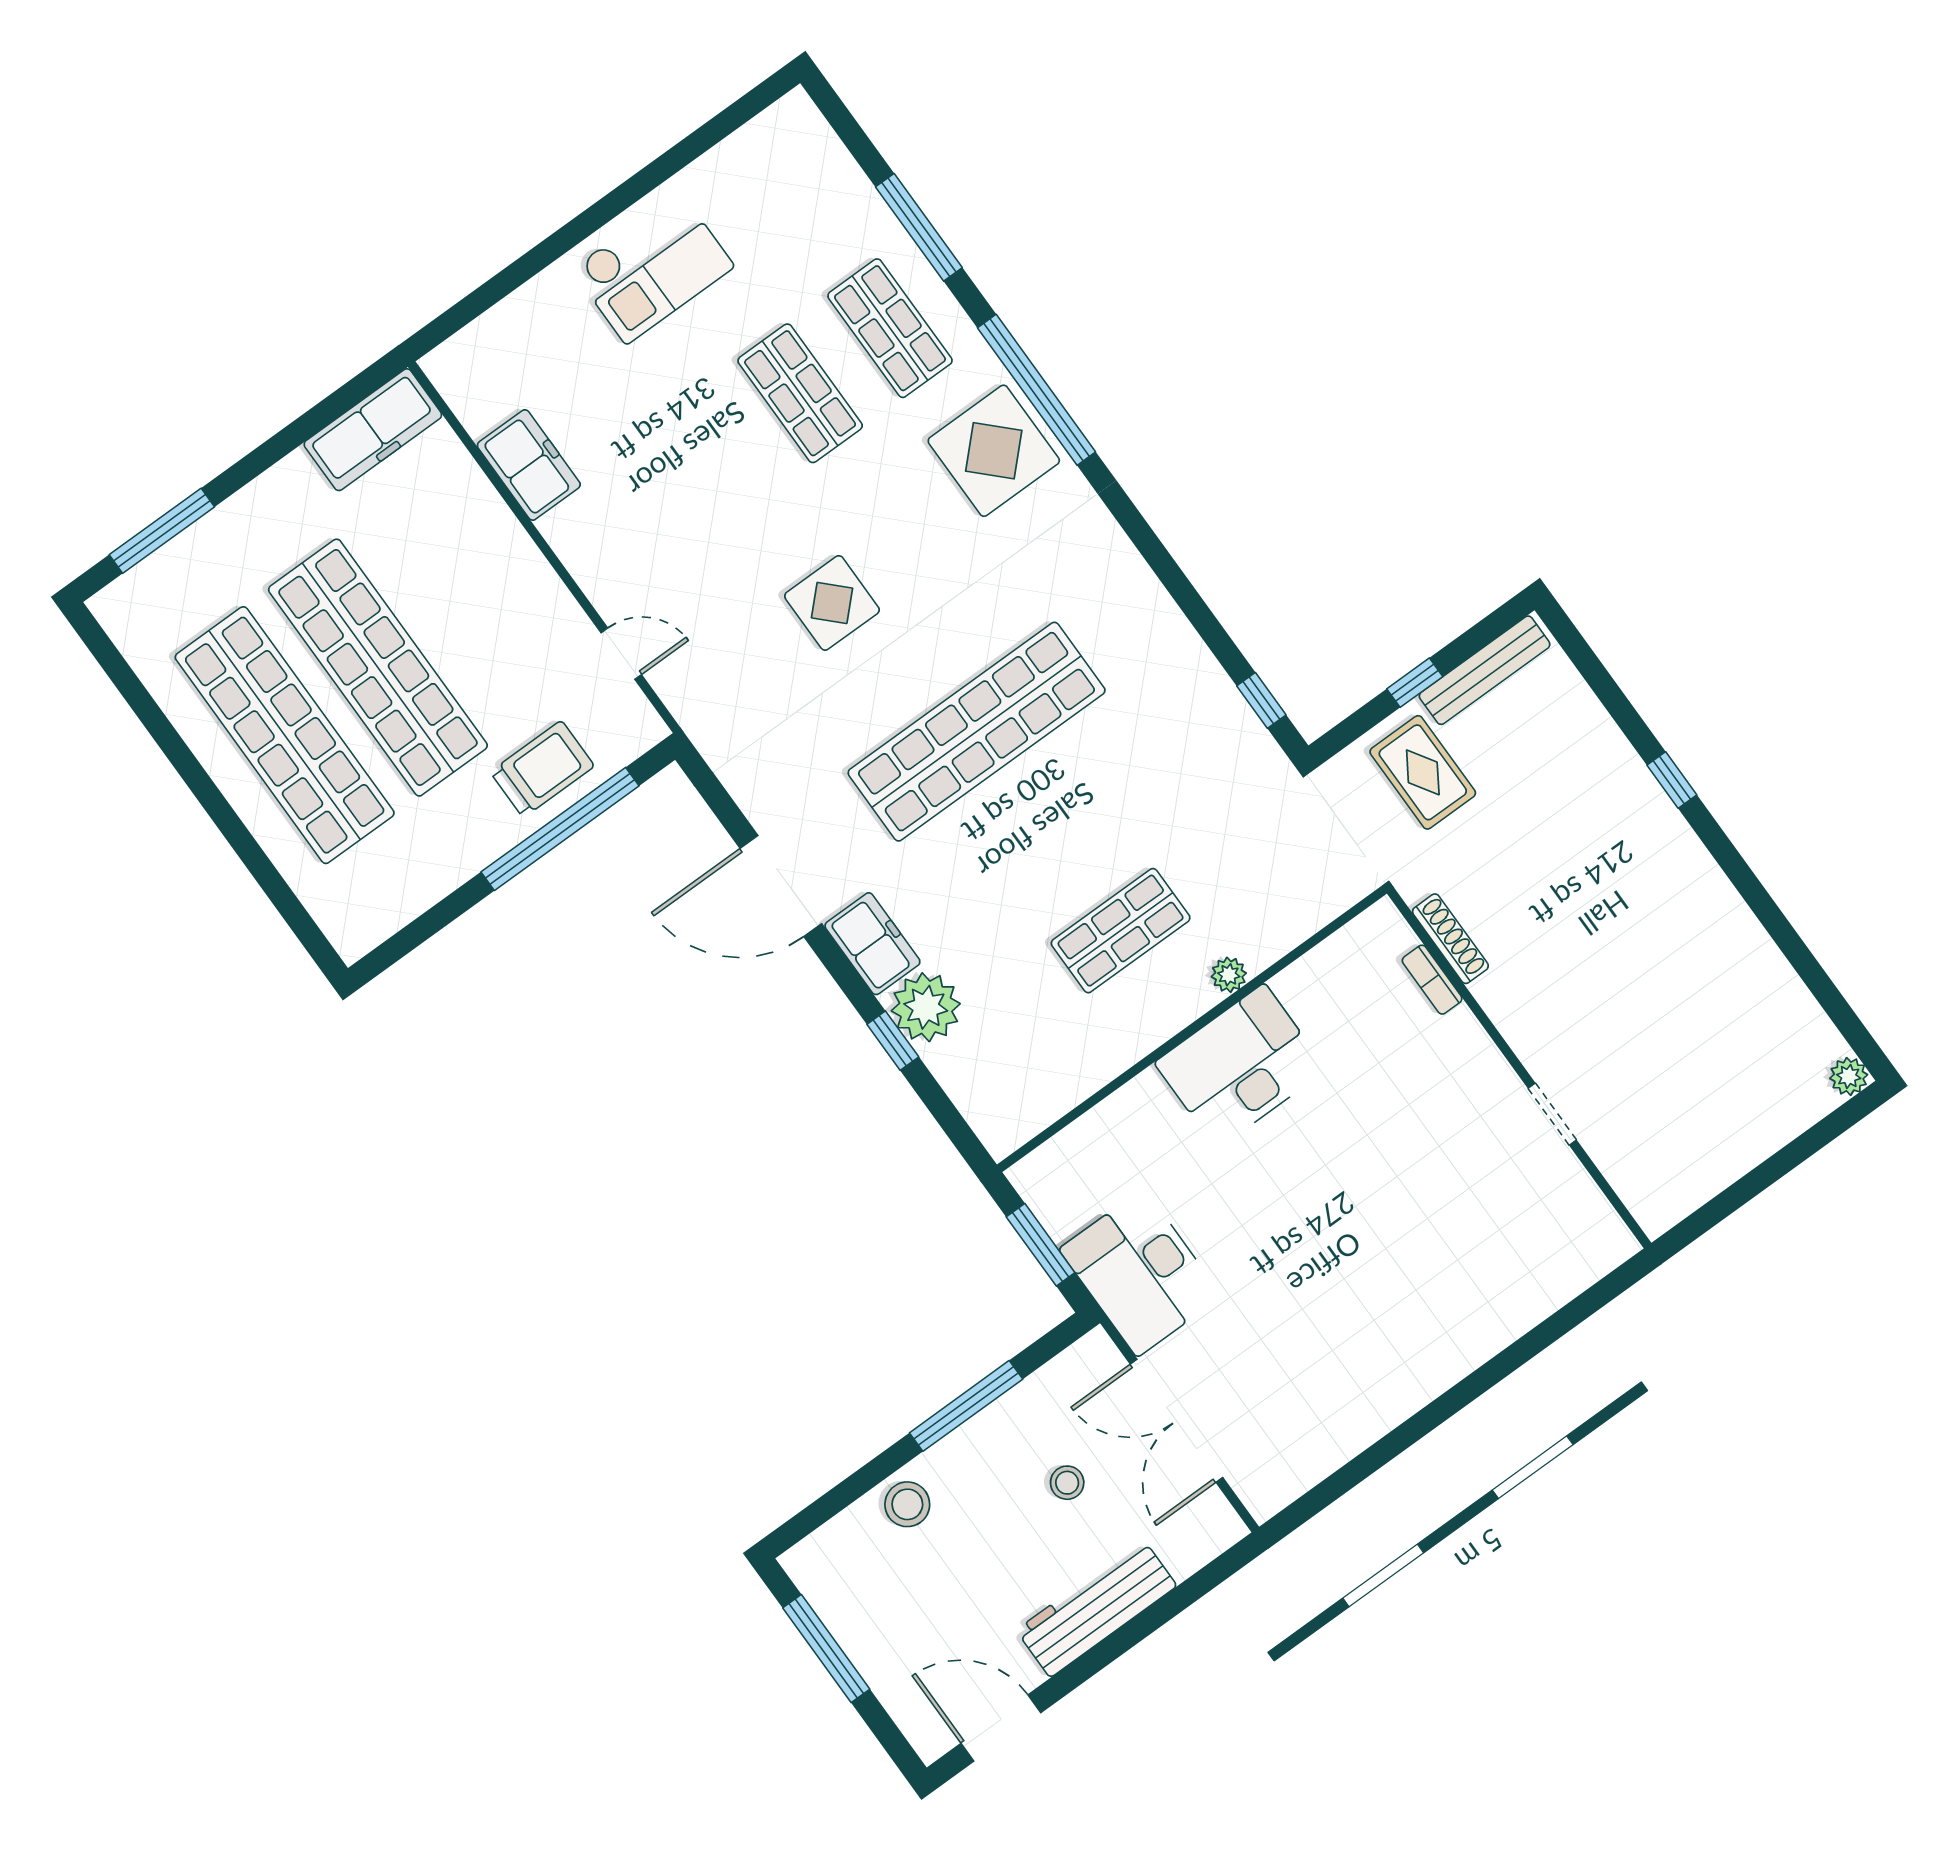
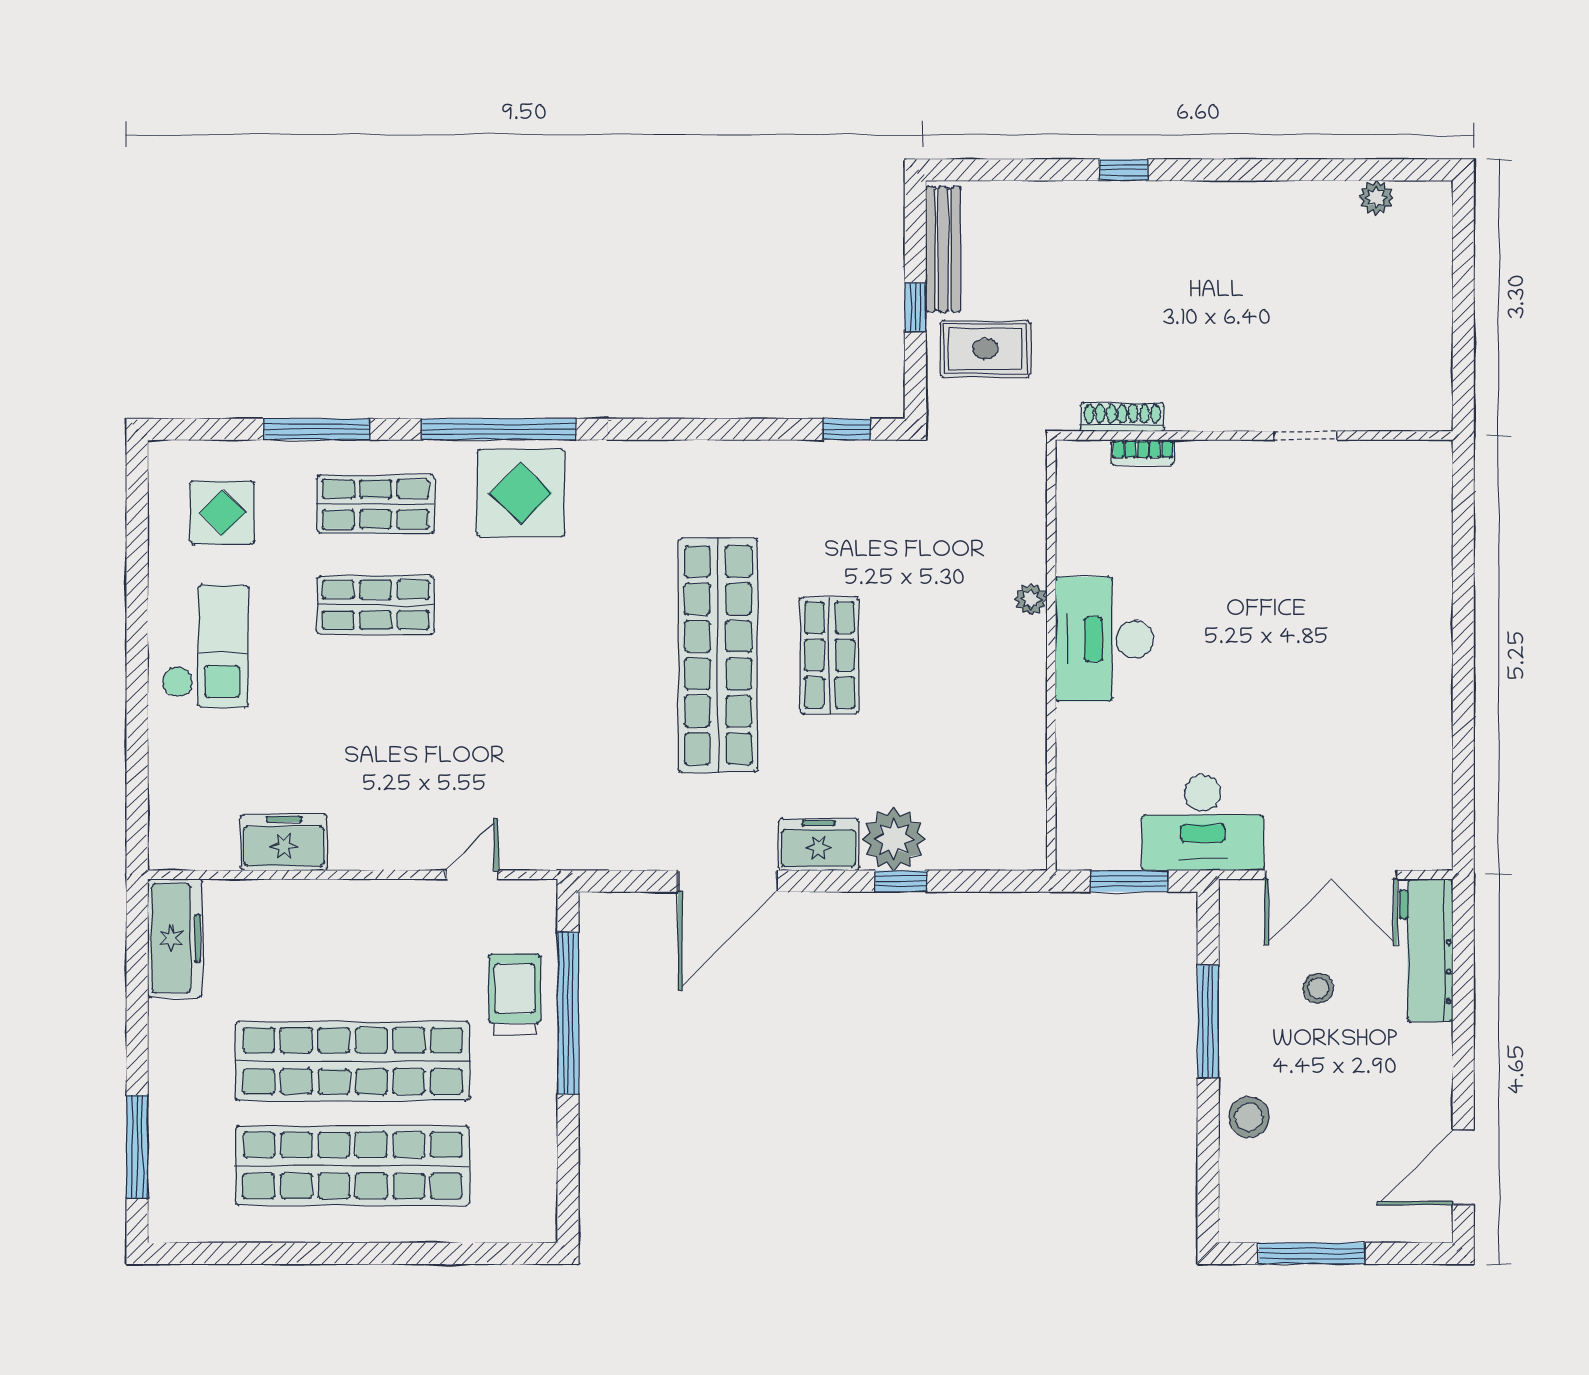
display table: (832, 603) -> (222, 513), moved
shop shelf: (1121, 931) -> (829, 655), moved
plant: (1849, 1076) -> (1376, 198), moved
workbench: (1096, 1608) -> (1426, 950), moved

